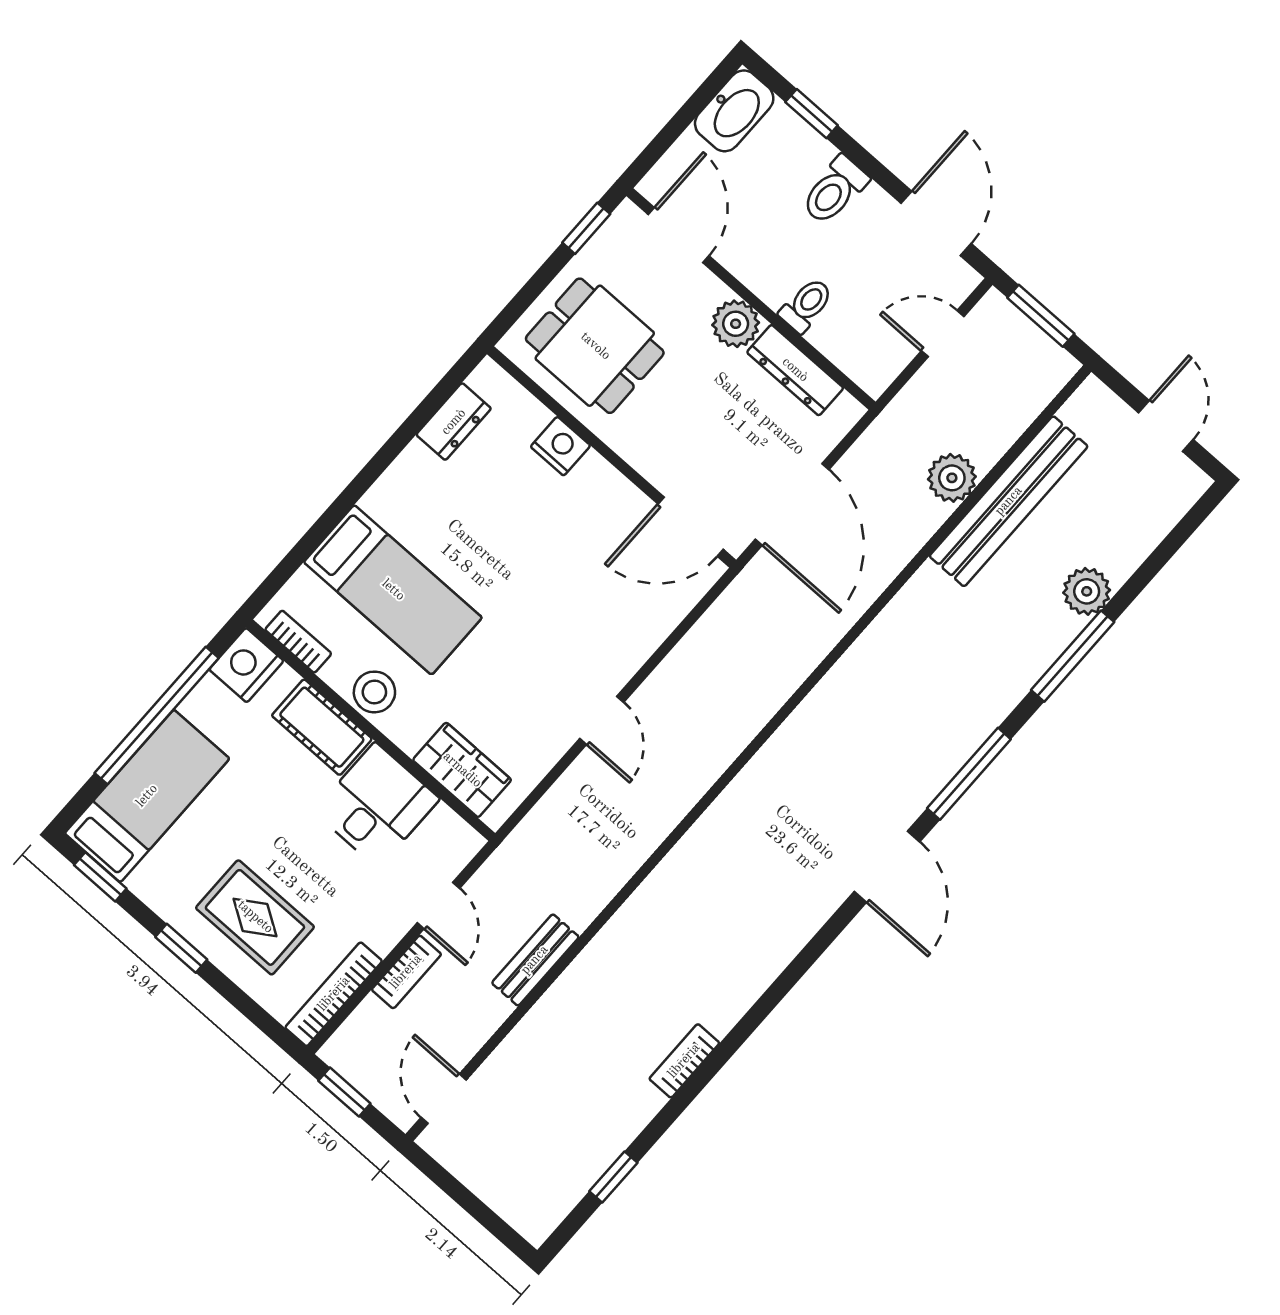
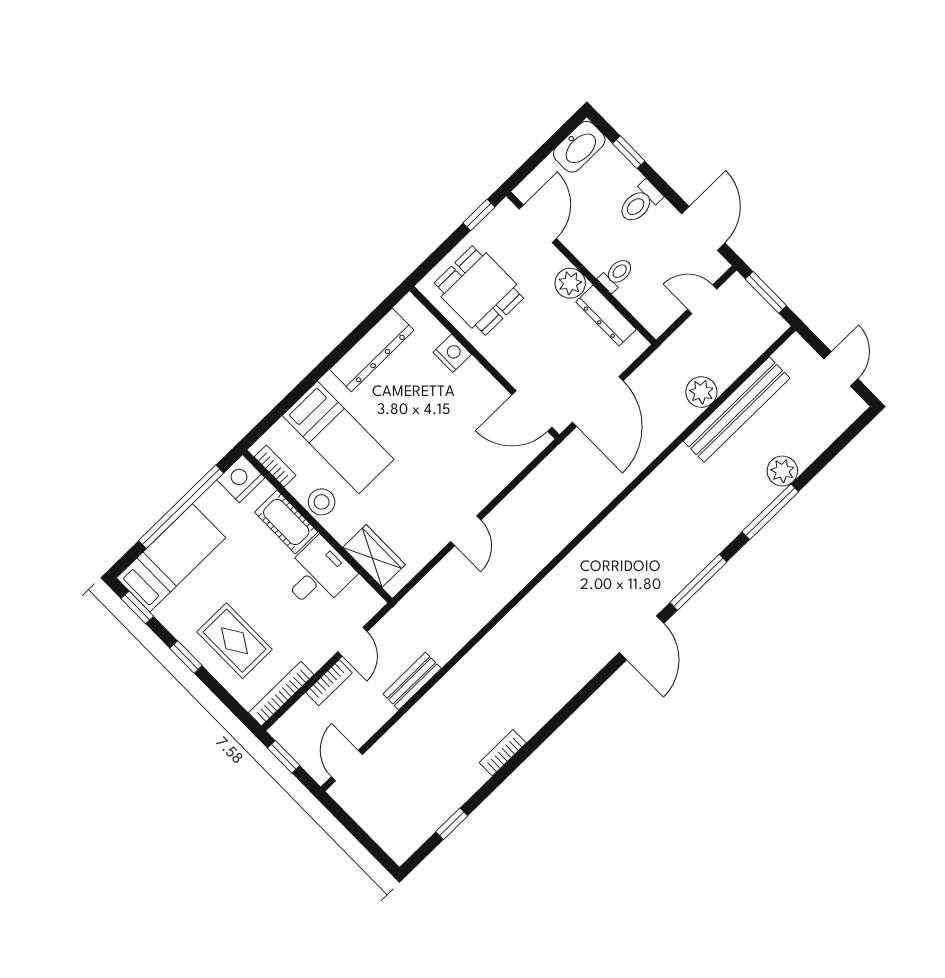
dresser: (454, 422) -> (372, 350), width x1.96, depth x1.24

